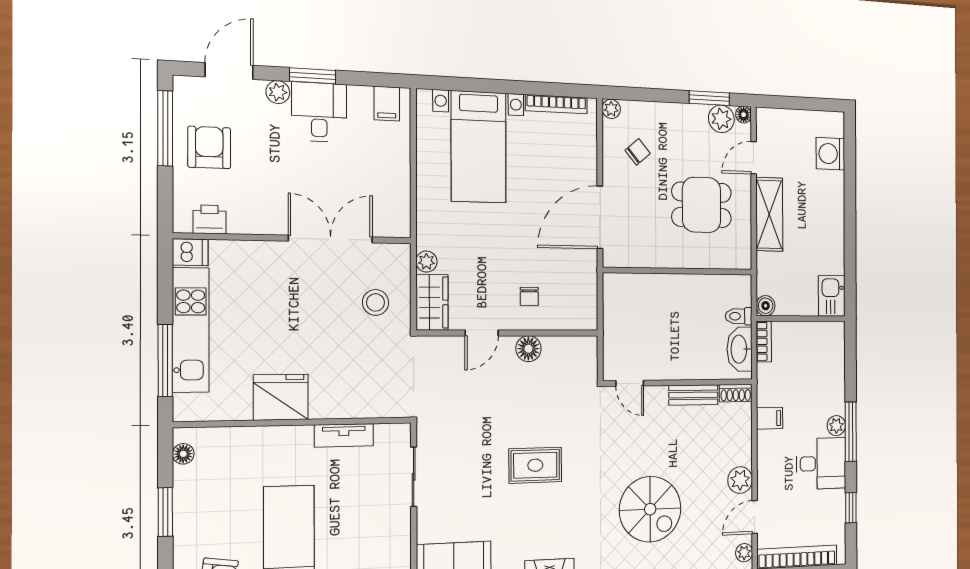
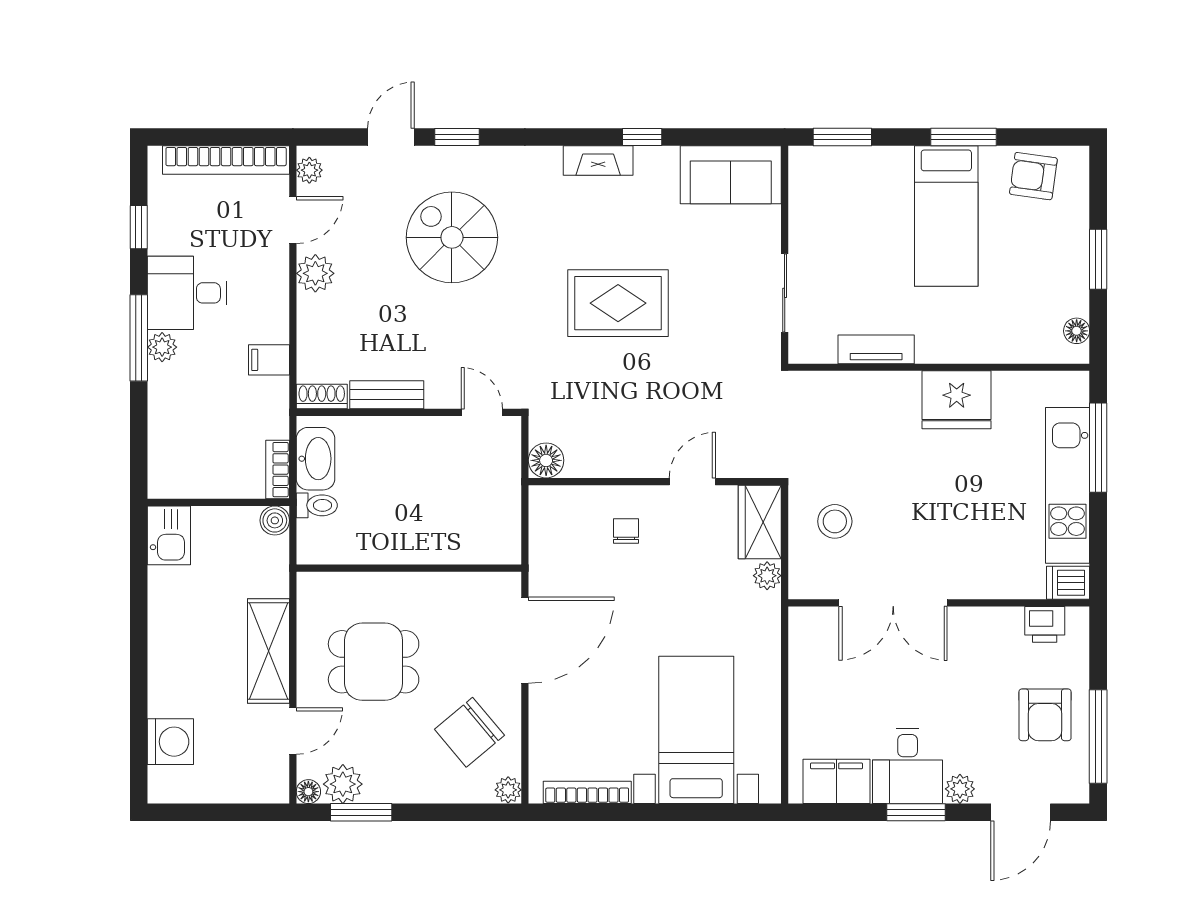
filing cabinet: (387, 104) -> (837, 781), width x2.00
chair: (638, 152) -> (469, 732), width x1.87, depth x1.87
floor lamp: (528, 349) -> (546, 460), moved
rug: (535, 465) -> (618, 303), width x1.36, depth x1.43

